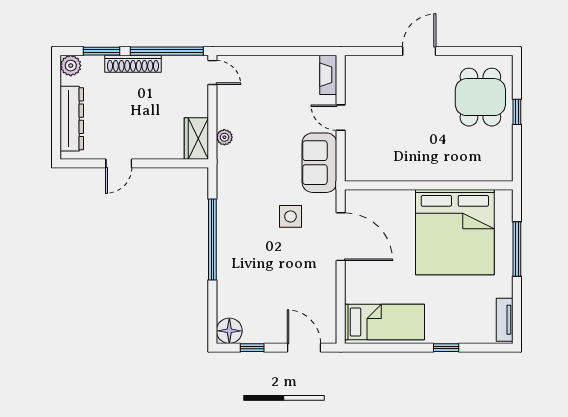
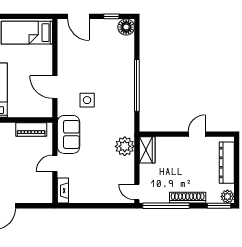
window: (101, 51) -> (219, 206), moved
door: (341, 118) -> (55, 163), swing flipped
plant: (224, 137) -> (125, 146), width x1.88, depth x1.88
piano: (378, 171) -> (31, 129), added
door: (341, 237) -> (55, 87), width x0.73

